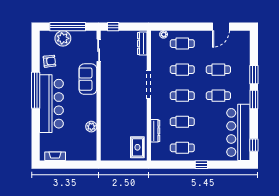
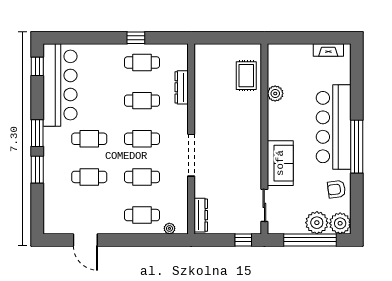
door: (221, 27) -> (85, 240), swing flipped
plant: (47, 38) -> (340, 223), added
rug: (137, 147) -> (246, 76), moved
window: (201, 165) -> (136, 38), moved

